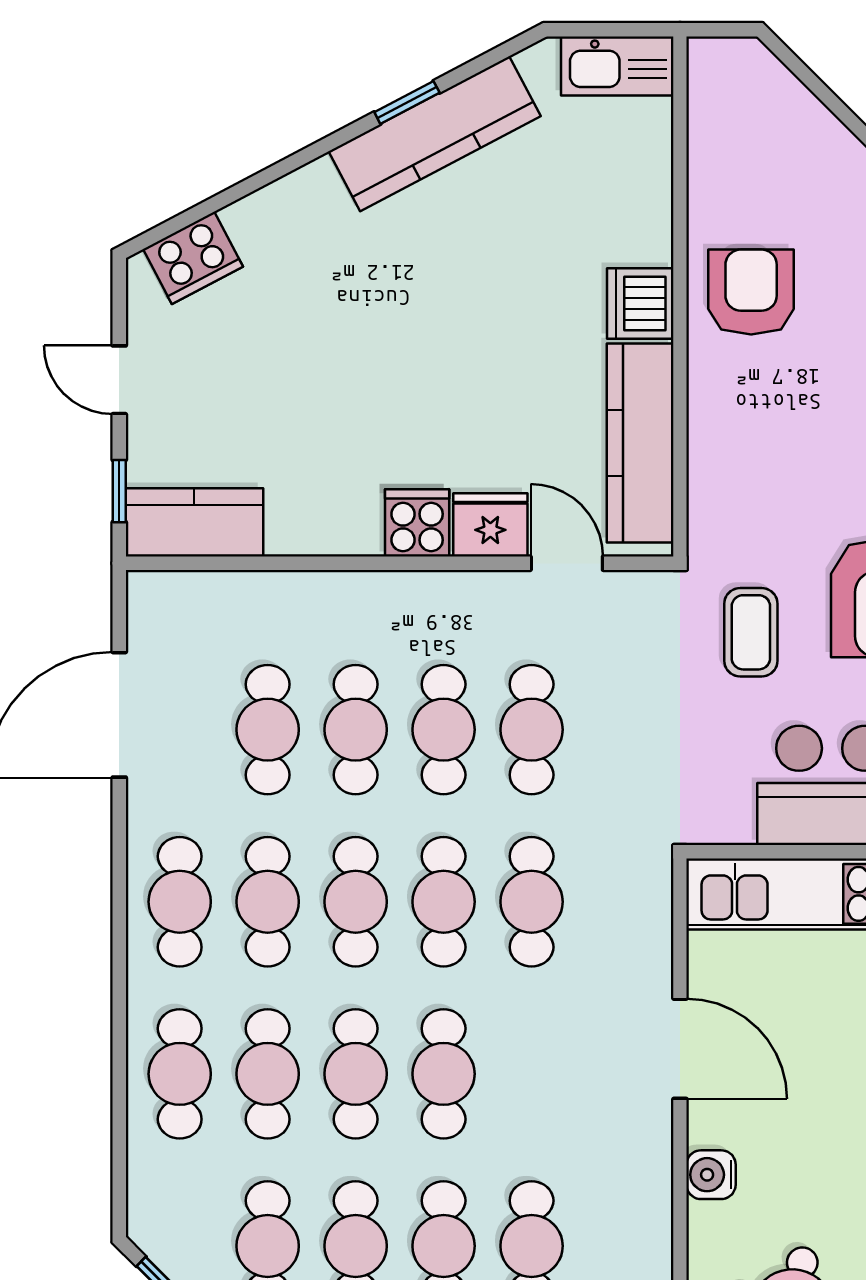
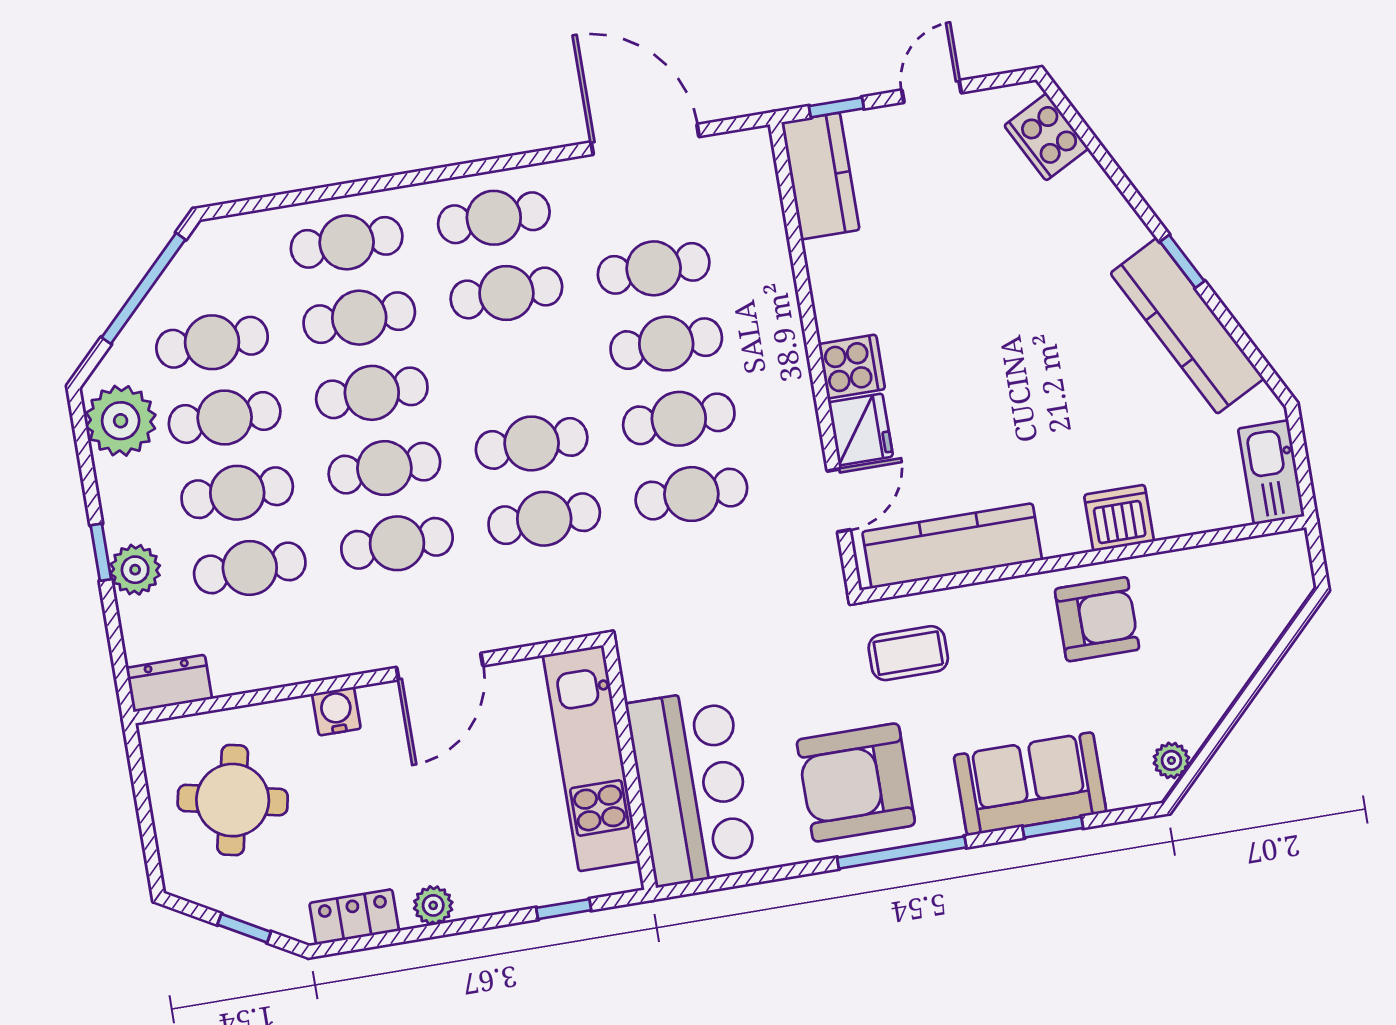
window: (407, 102) -> (1182, 261), moved
dishwasher: (640, 303) -> (1119, 518), moved
coffee table: (751, 632) -> (908, 653), moved
cafe table: (356, 902) -> (397, 543), moved

